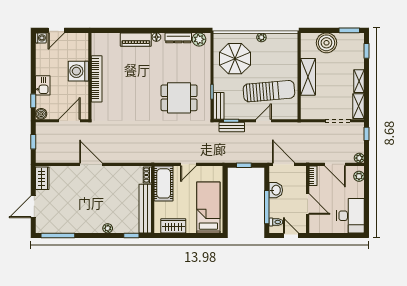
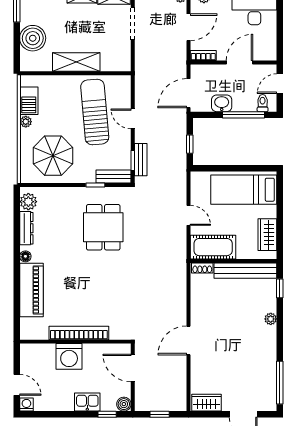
piano: (136, 40) -> (31, 290), width x1.37, depth x1.33
barbecue: (278, 40) -> (29, 101), added

